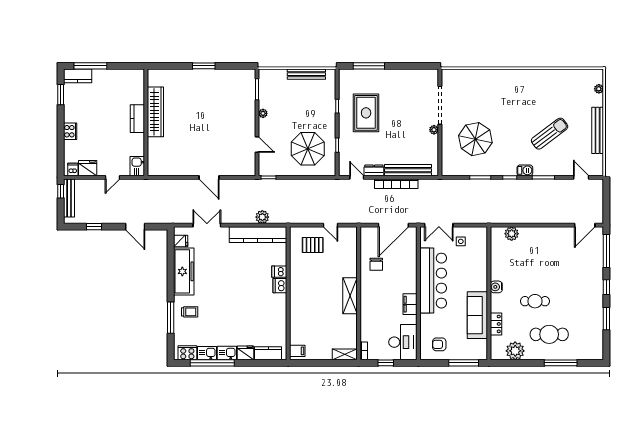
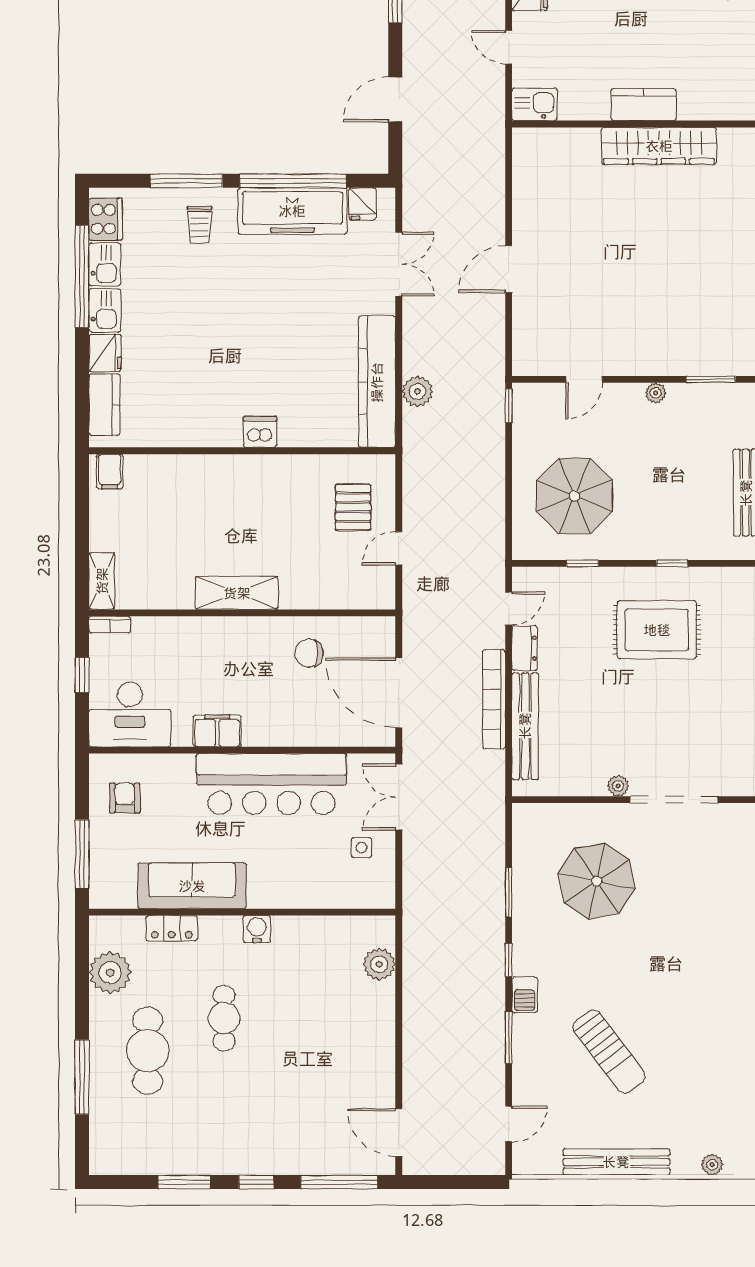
window: (171, 271) -> (293, 181), added
dishwasher: (279, 272) -> (292, 431), removed

